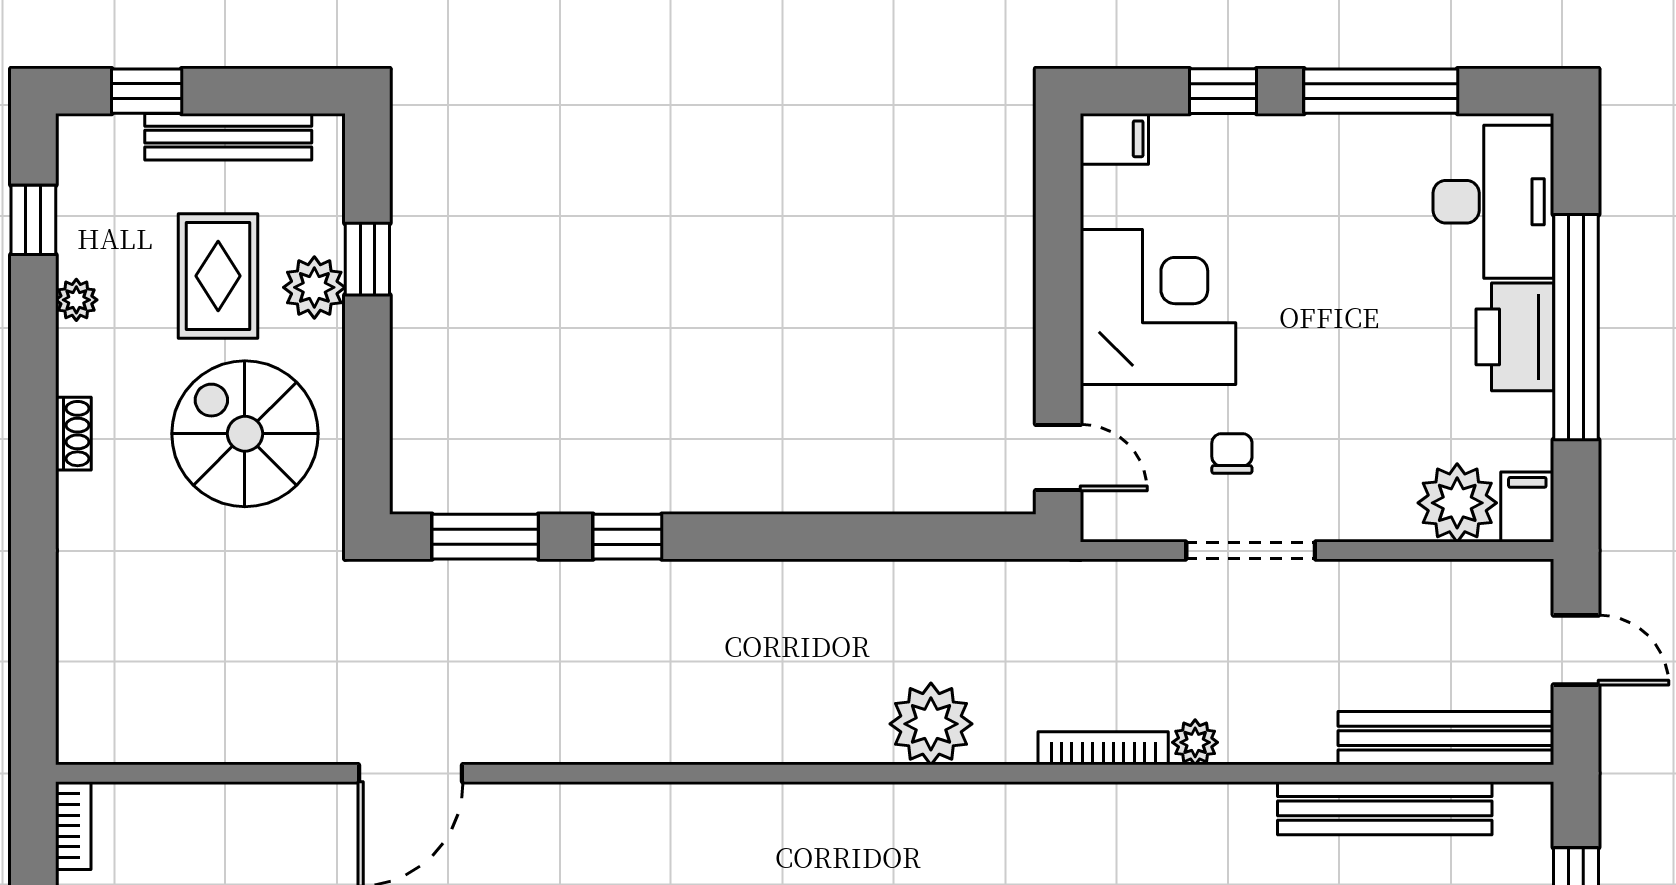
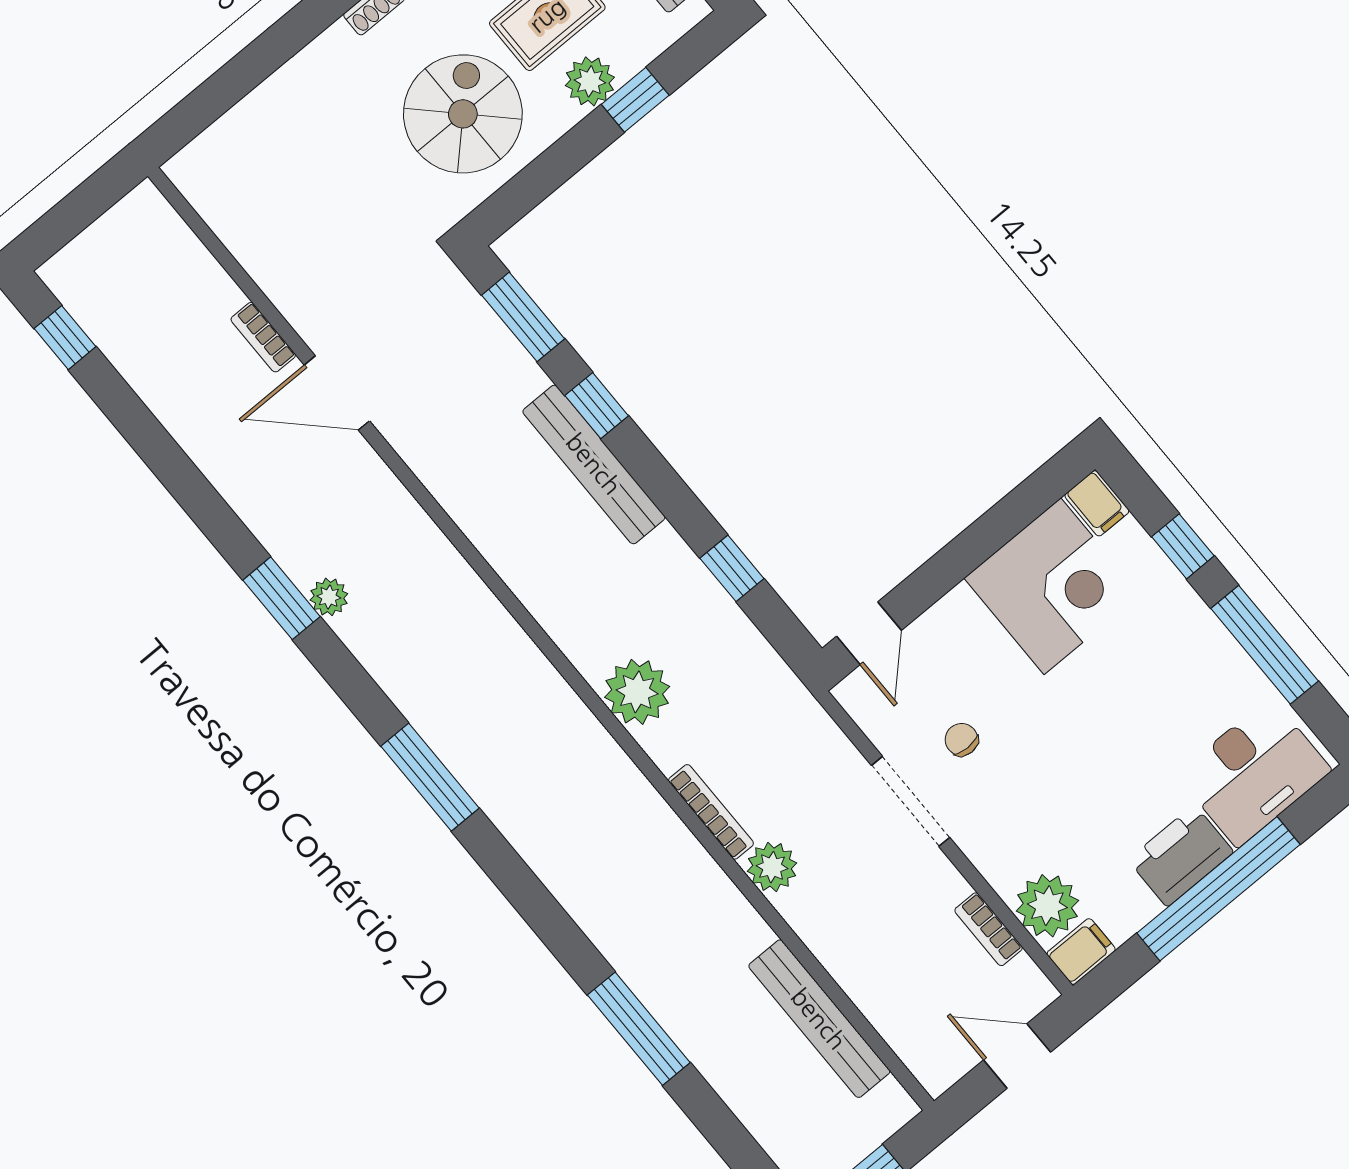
corner desk: (1158, 307) -> (1052, 586), moved
chair: (1232, 453) -> (962, 740), turned -90
window: (889, 537) -> (732, 568), added
bookcase: (1433, 577) -> (989, 929), added
door: (1576, 650) -> (1017, 1056), swing flipped
bench: (1446, 738) -> (594, 464), moved
plant: (1195, 742) -> (772, 867), width x1.38, depth x1.38
bookcase: (73, 826) -> (263, 337), moved, turned 90

